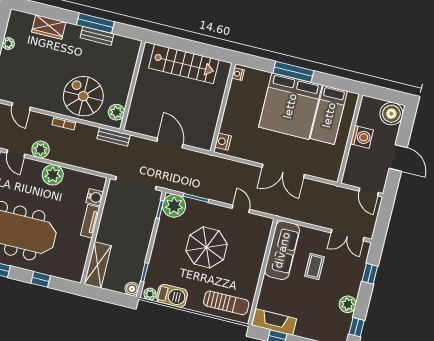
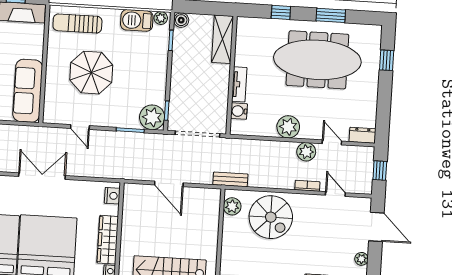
wardrobe: (234, 103) -> (108, 240), added
bookcase: (64, 123) -> (307, 186), moved
parasol: (207, 247) -> (91, 73), moved

